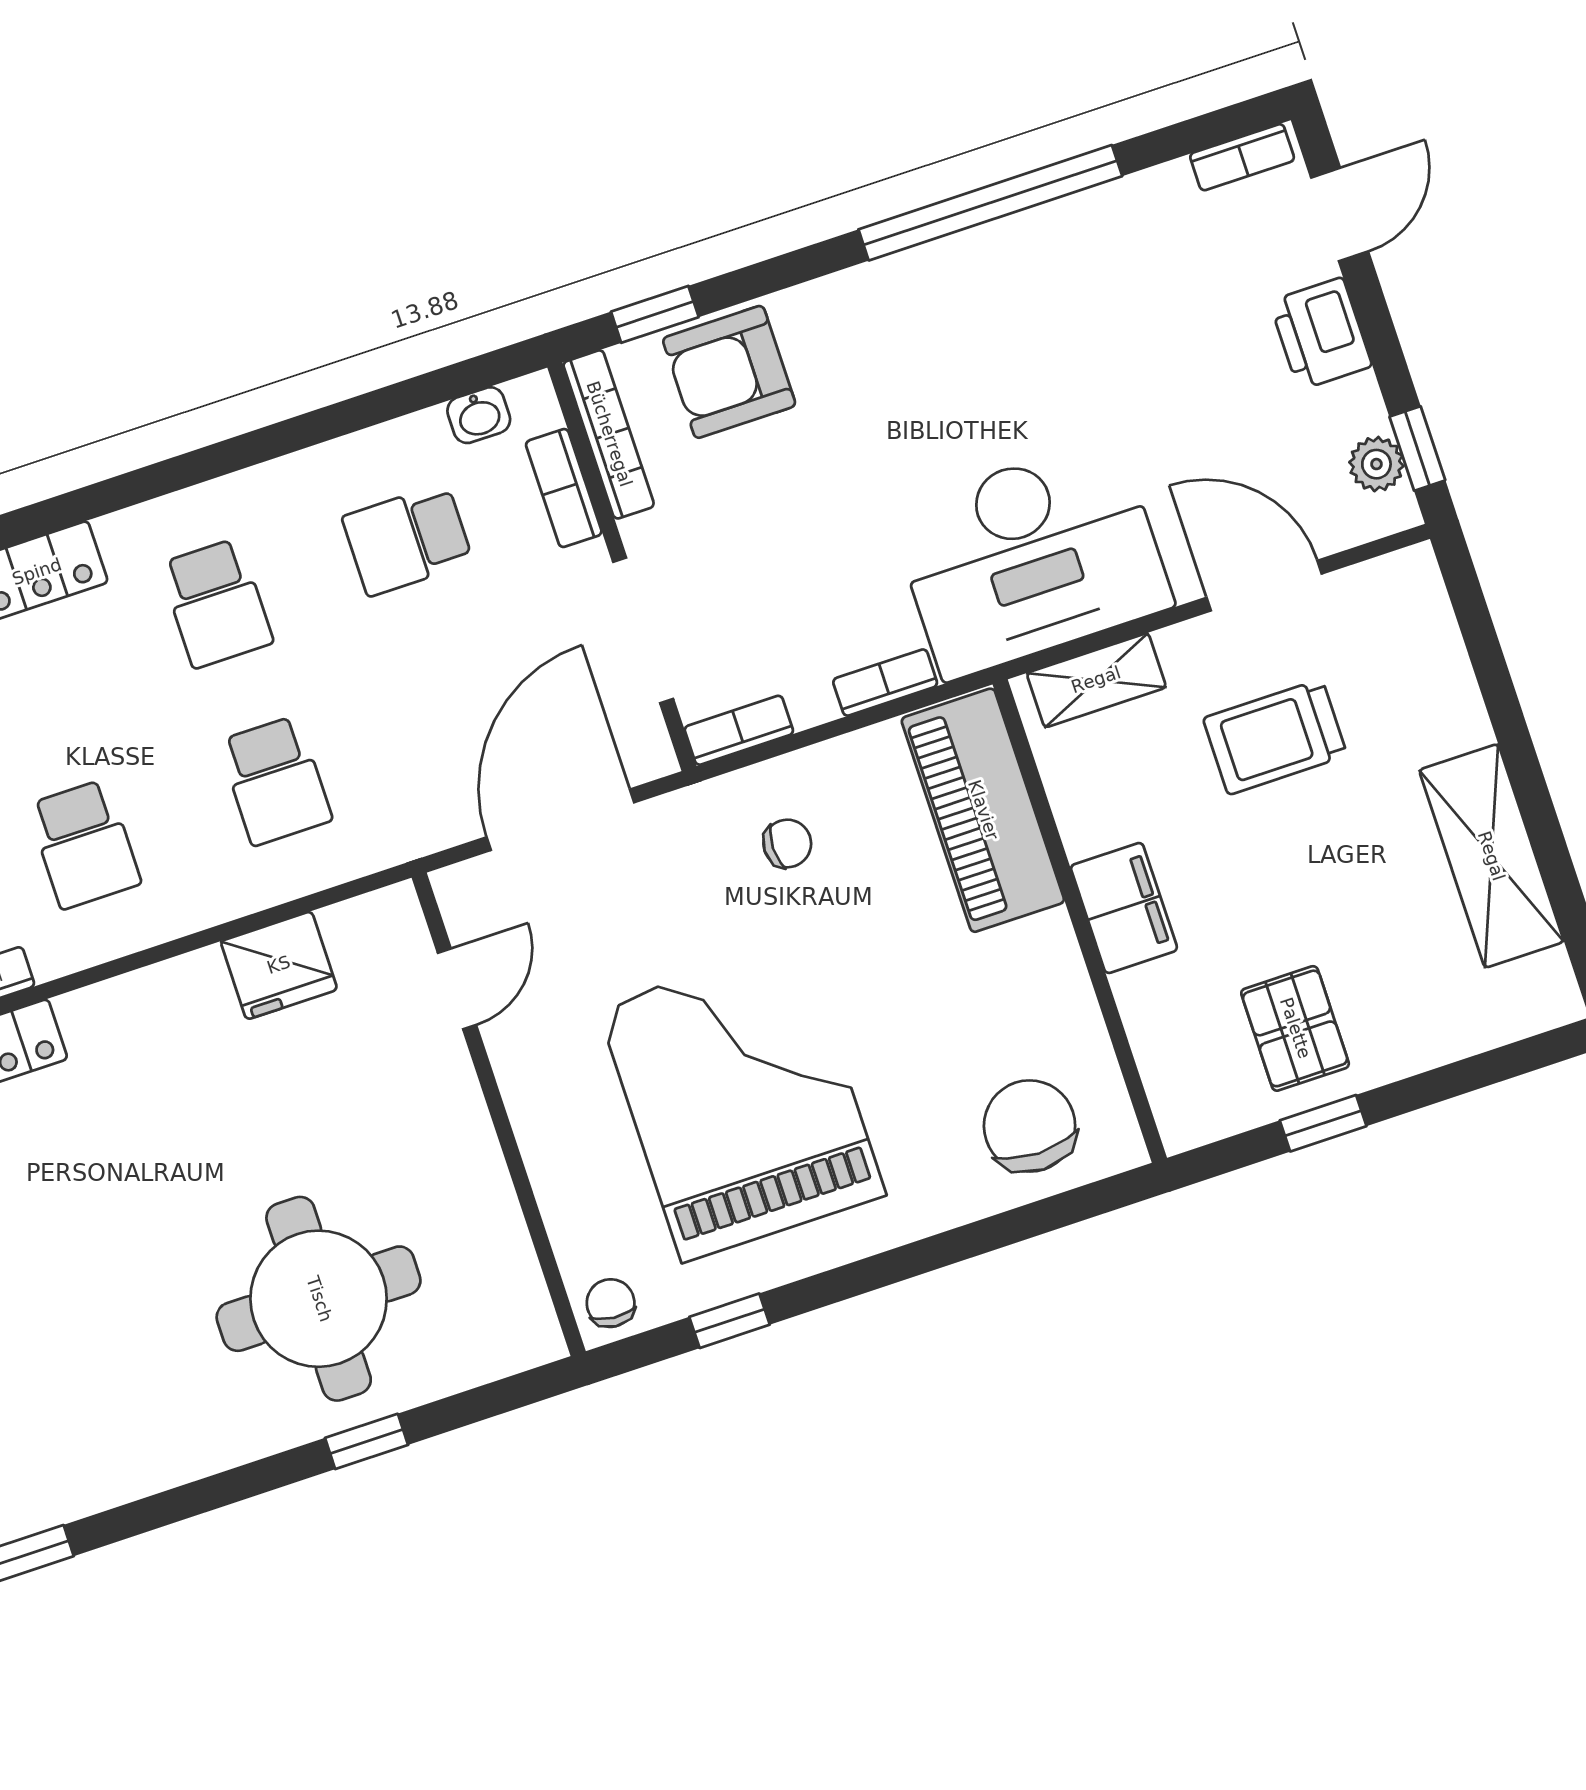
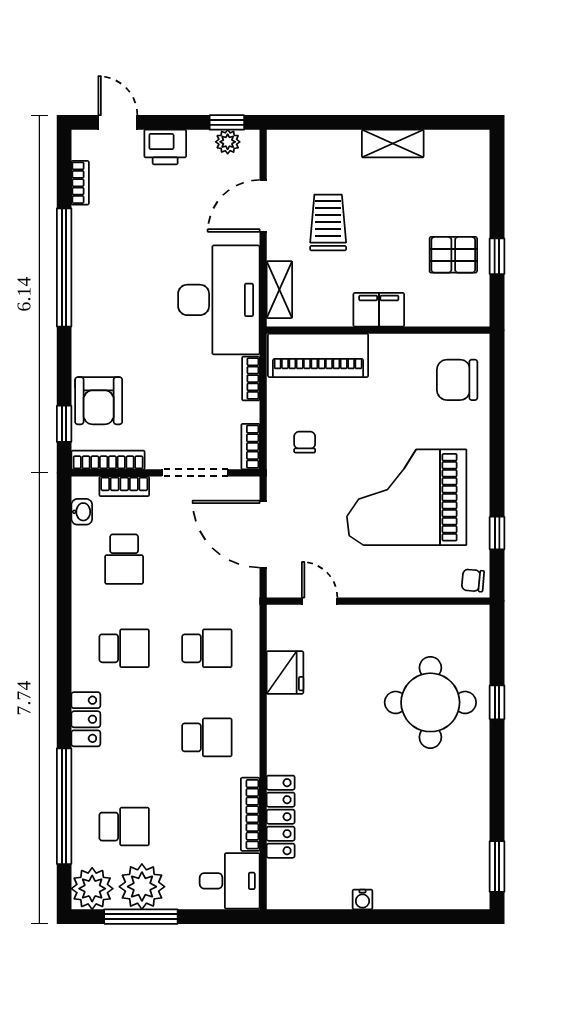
bookcase: (1242, 157) -> (80, 183), moved
trolley: (1275, 737) -> (328, 222), turned 180
shelving: (1491, 856) -> (393, 144), width x0.67, depth x0.75

